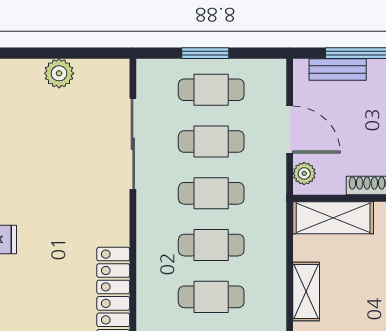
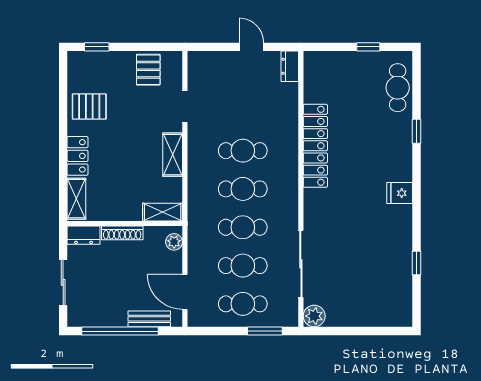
window: (205, 53) -> (265, 331), moved
plant: (59, 73) -> (314, 316), moved
door: (290, 130) -> (185, 292), moved
shelving: (333, 218) -> (163, 212), width x0.67, depth x0.75

